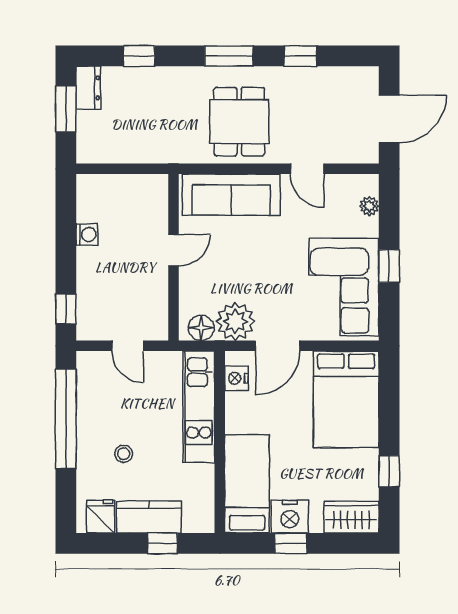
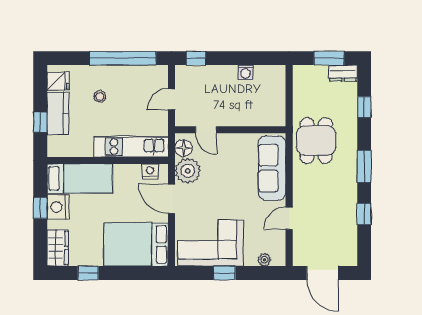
dining table: (239, 122) -> (316, 140), moved, turned 90
door: (174, 250) -> (206, 130), moved

